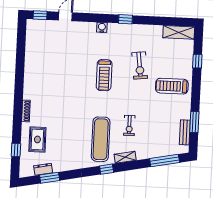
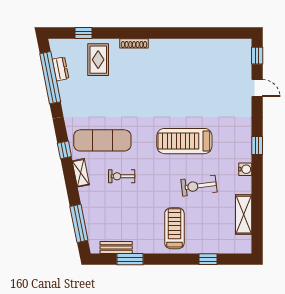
window: (126, 19) -> (257, 145), moved
water cooler: (102, 27) -> (245, 169), moved
shelving: (179, 32) -> (244, 215), moved
treadmill: (104, 75) -> (184, 141), width x1.37, depth x1.38
rug: (37, 139) -> (98, 60), turned 90
window: (50, 178) -> (50, 78), width x2.11

